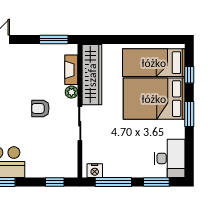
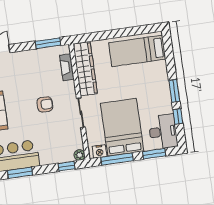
window: (189, 75) -> (178, 116), moved
plant: (71, 92) -> (80, 155), moved
bed: (154, 99) -> (122, 127), moved, turned 90
armchair: (40, 108) -> (45, 104), turned 180

